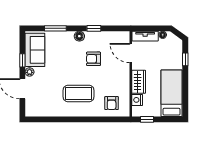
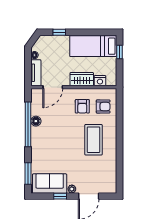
window: (55, 28) -> (28, 173), moved
window: (94, 28) -> (28, 124), width x3.17
floor lamp: (79, 36) -> (36, 121), moved
armchair: (93, 59) -> (82, 106), moved
window: (147, 119) -> (119, 52), moved

